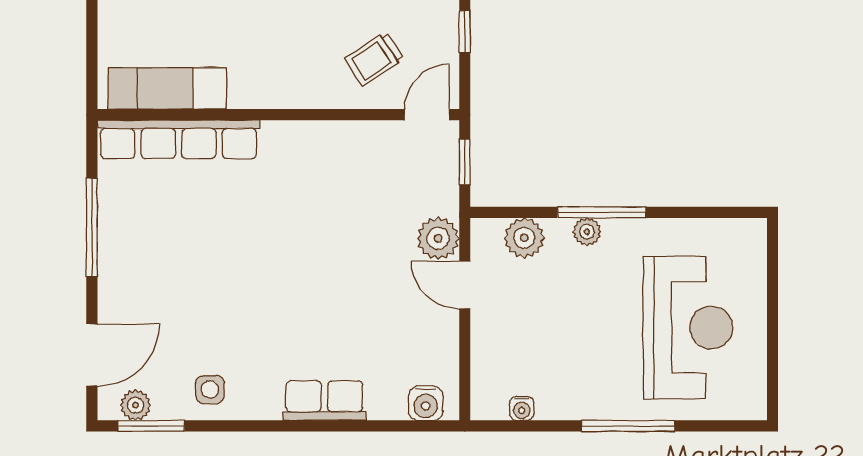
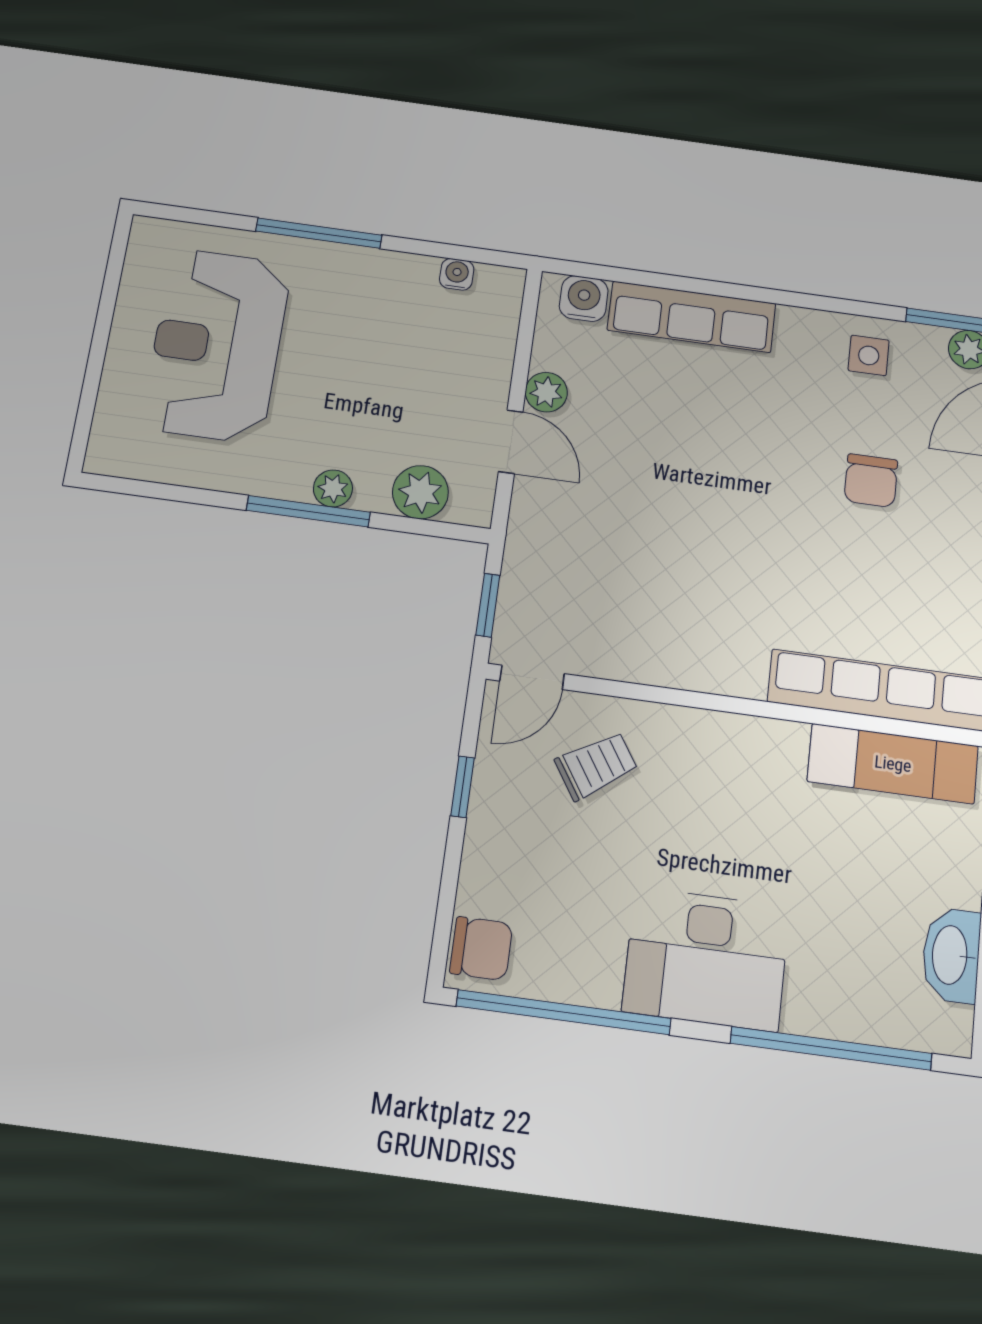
plant: (438, 238) -> (546, 392), moved, width x0.73, depth x0.73
chair: (200, 293) -> (871, 481), added
row of seats: (324, 401) -> (692, 317), width x1.48

